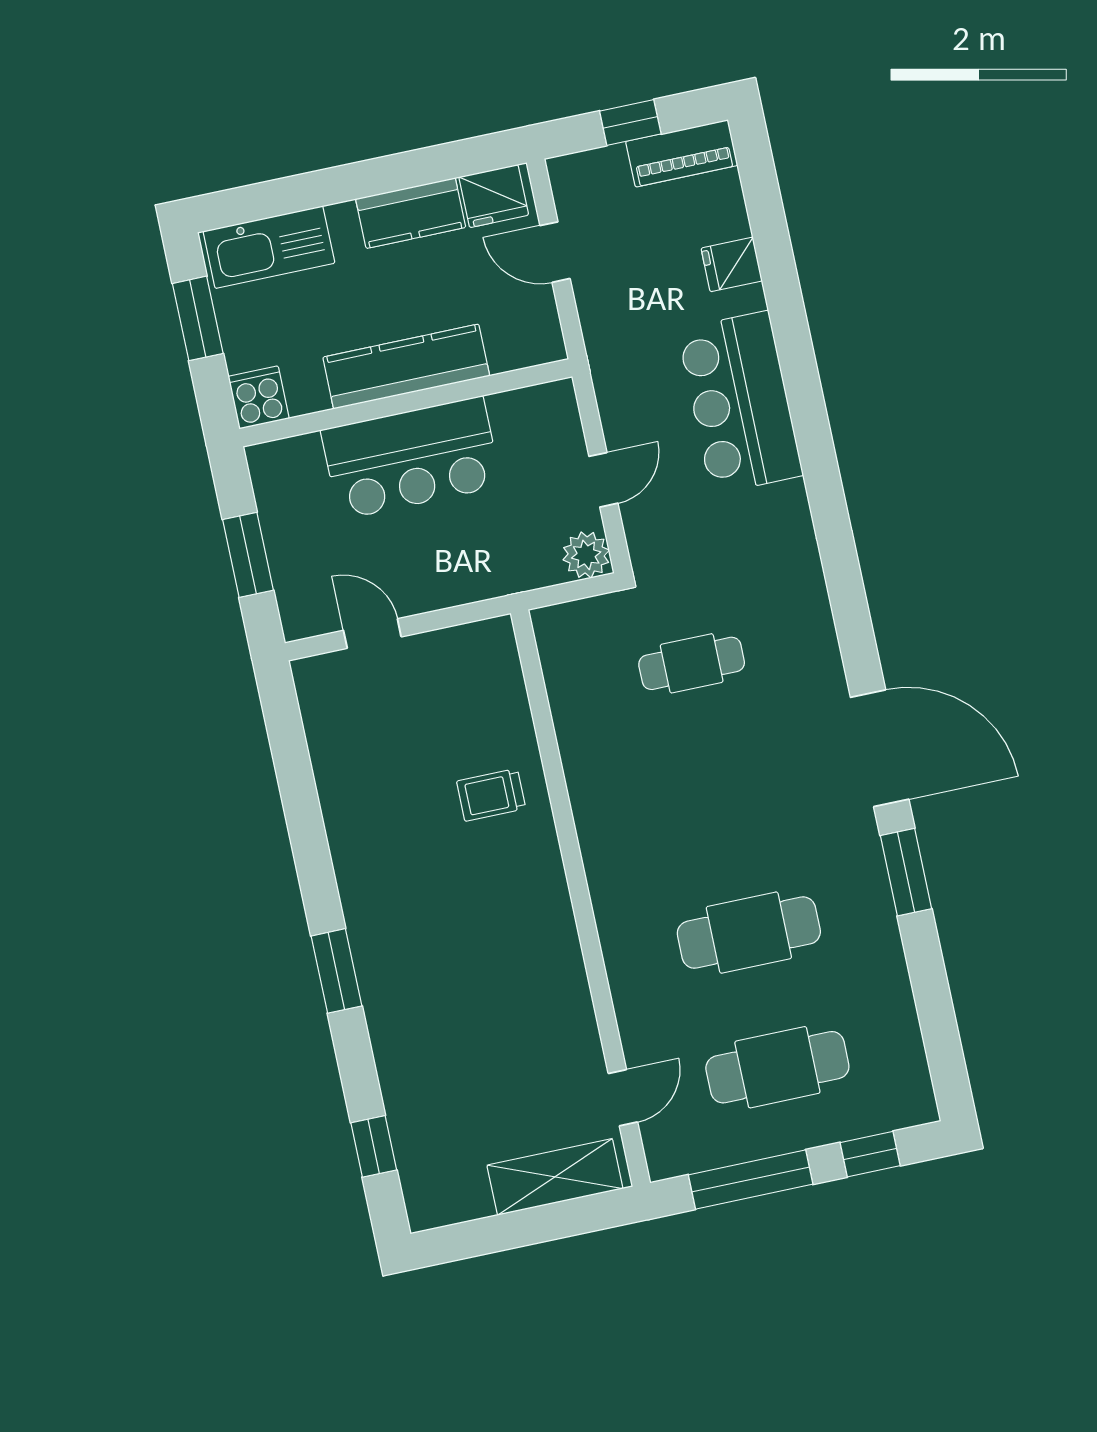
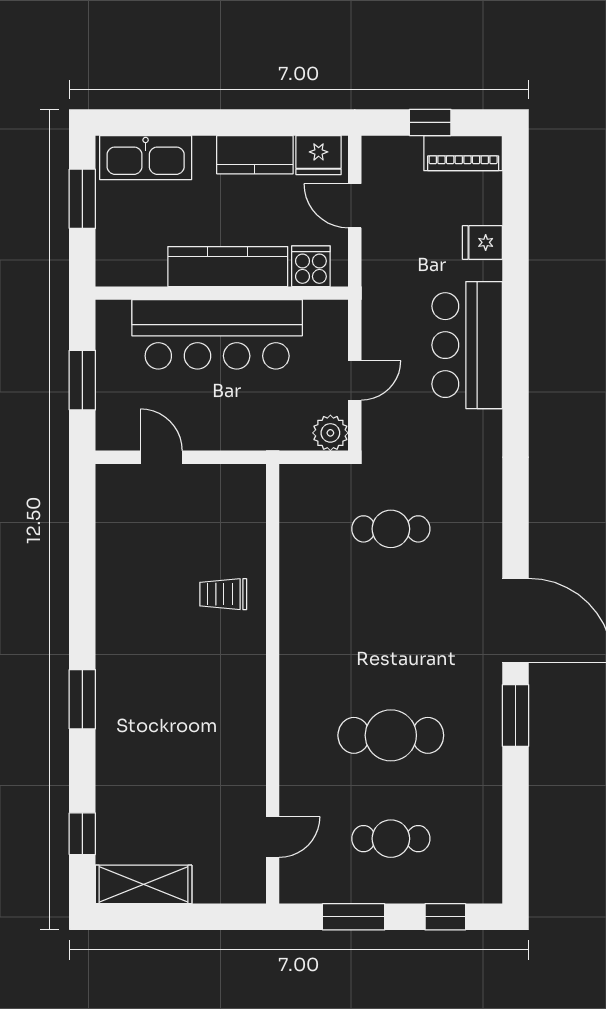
cooker: (259, 397) -> (311, 266), moved
bar counter: (411, 458) -> (217, 334), width x1.36
cafe table: (777, 1067) -> (391, 839), width x0.73, depth x0.74
shelving: (555, 1177) -> (144, 884), moved
window: (751, 1180) -> (354, 917), width x0.69

